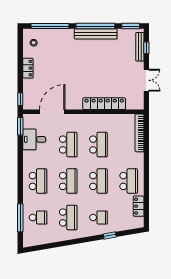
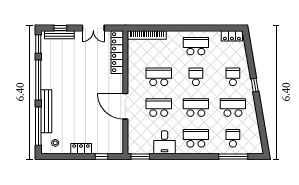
bench: (96, 34) -> (46, 111), moved
double door: (146, 80) -> (93, 28), swing flipped
window: (20, 99) -> (101, 156), moved
locker: (104, 104) -> (117, 52), moved
door: (52, 112) -> (125, 106), moved
desk: (34, 139) -> (165, 142), moved
school desk: (98, 181) -> (196, 77), width x0.54
locker: (139, 206) -> (232, 36), moved
window: (110, 236) -> (255, 85), moved

